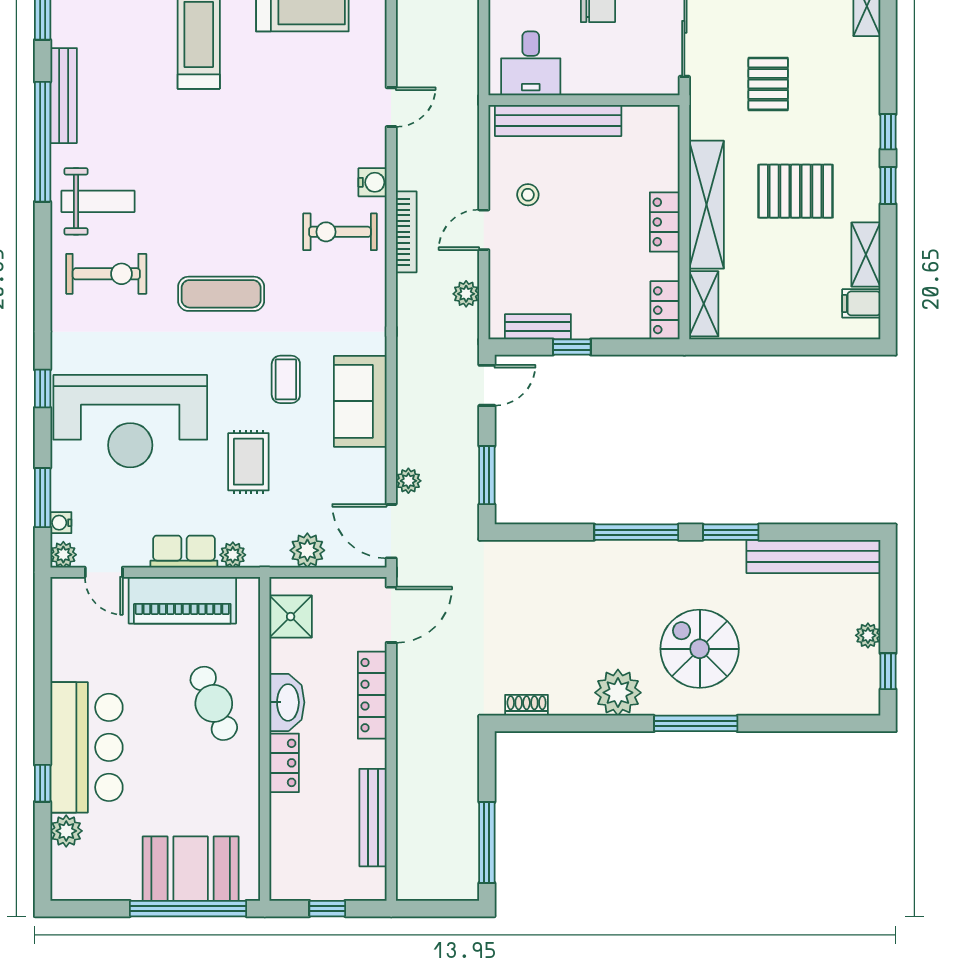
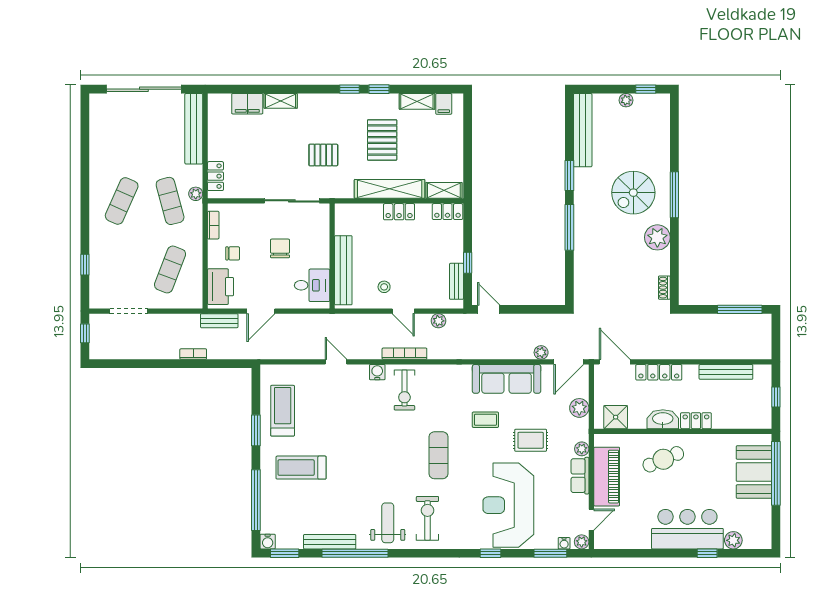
sofa: (360, 401) -> (507, 379), width x1.36
reception desk: (130, 421) -> (508, 505), turned 180
window: (487, 475) -> (538, 309), removed

